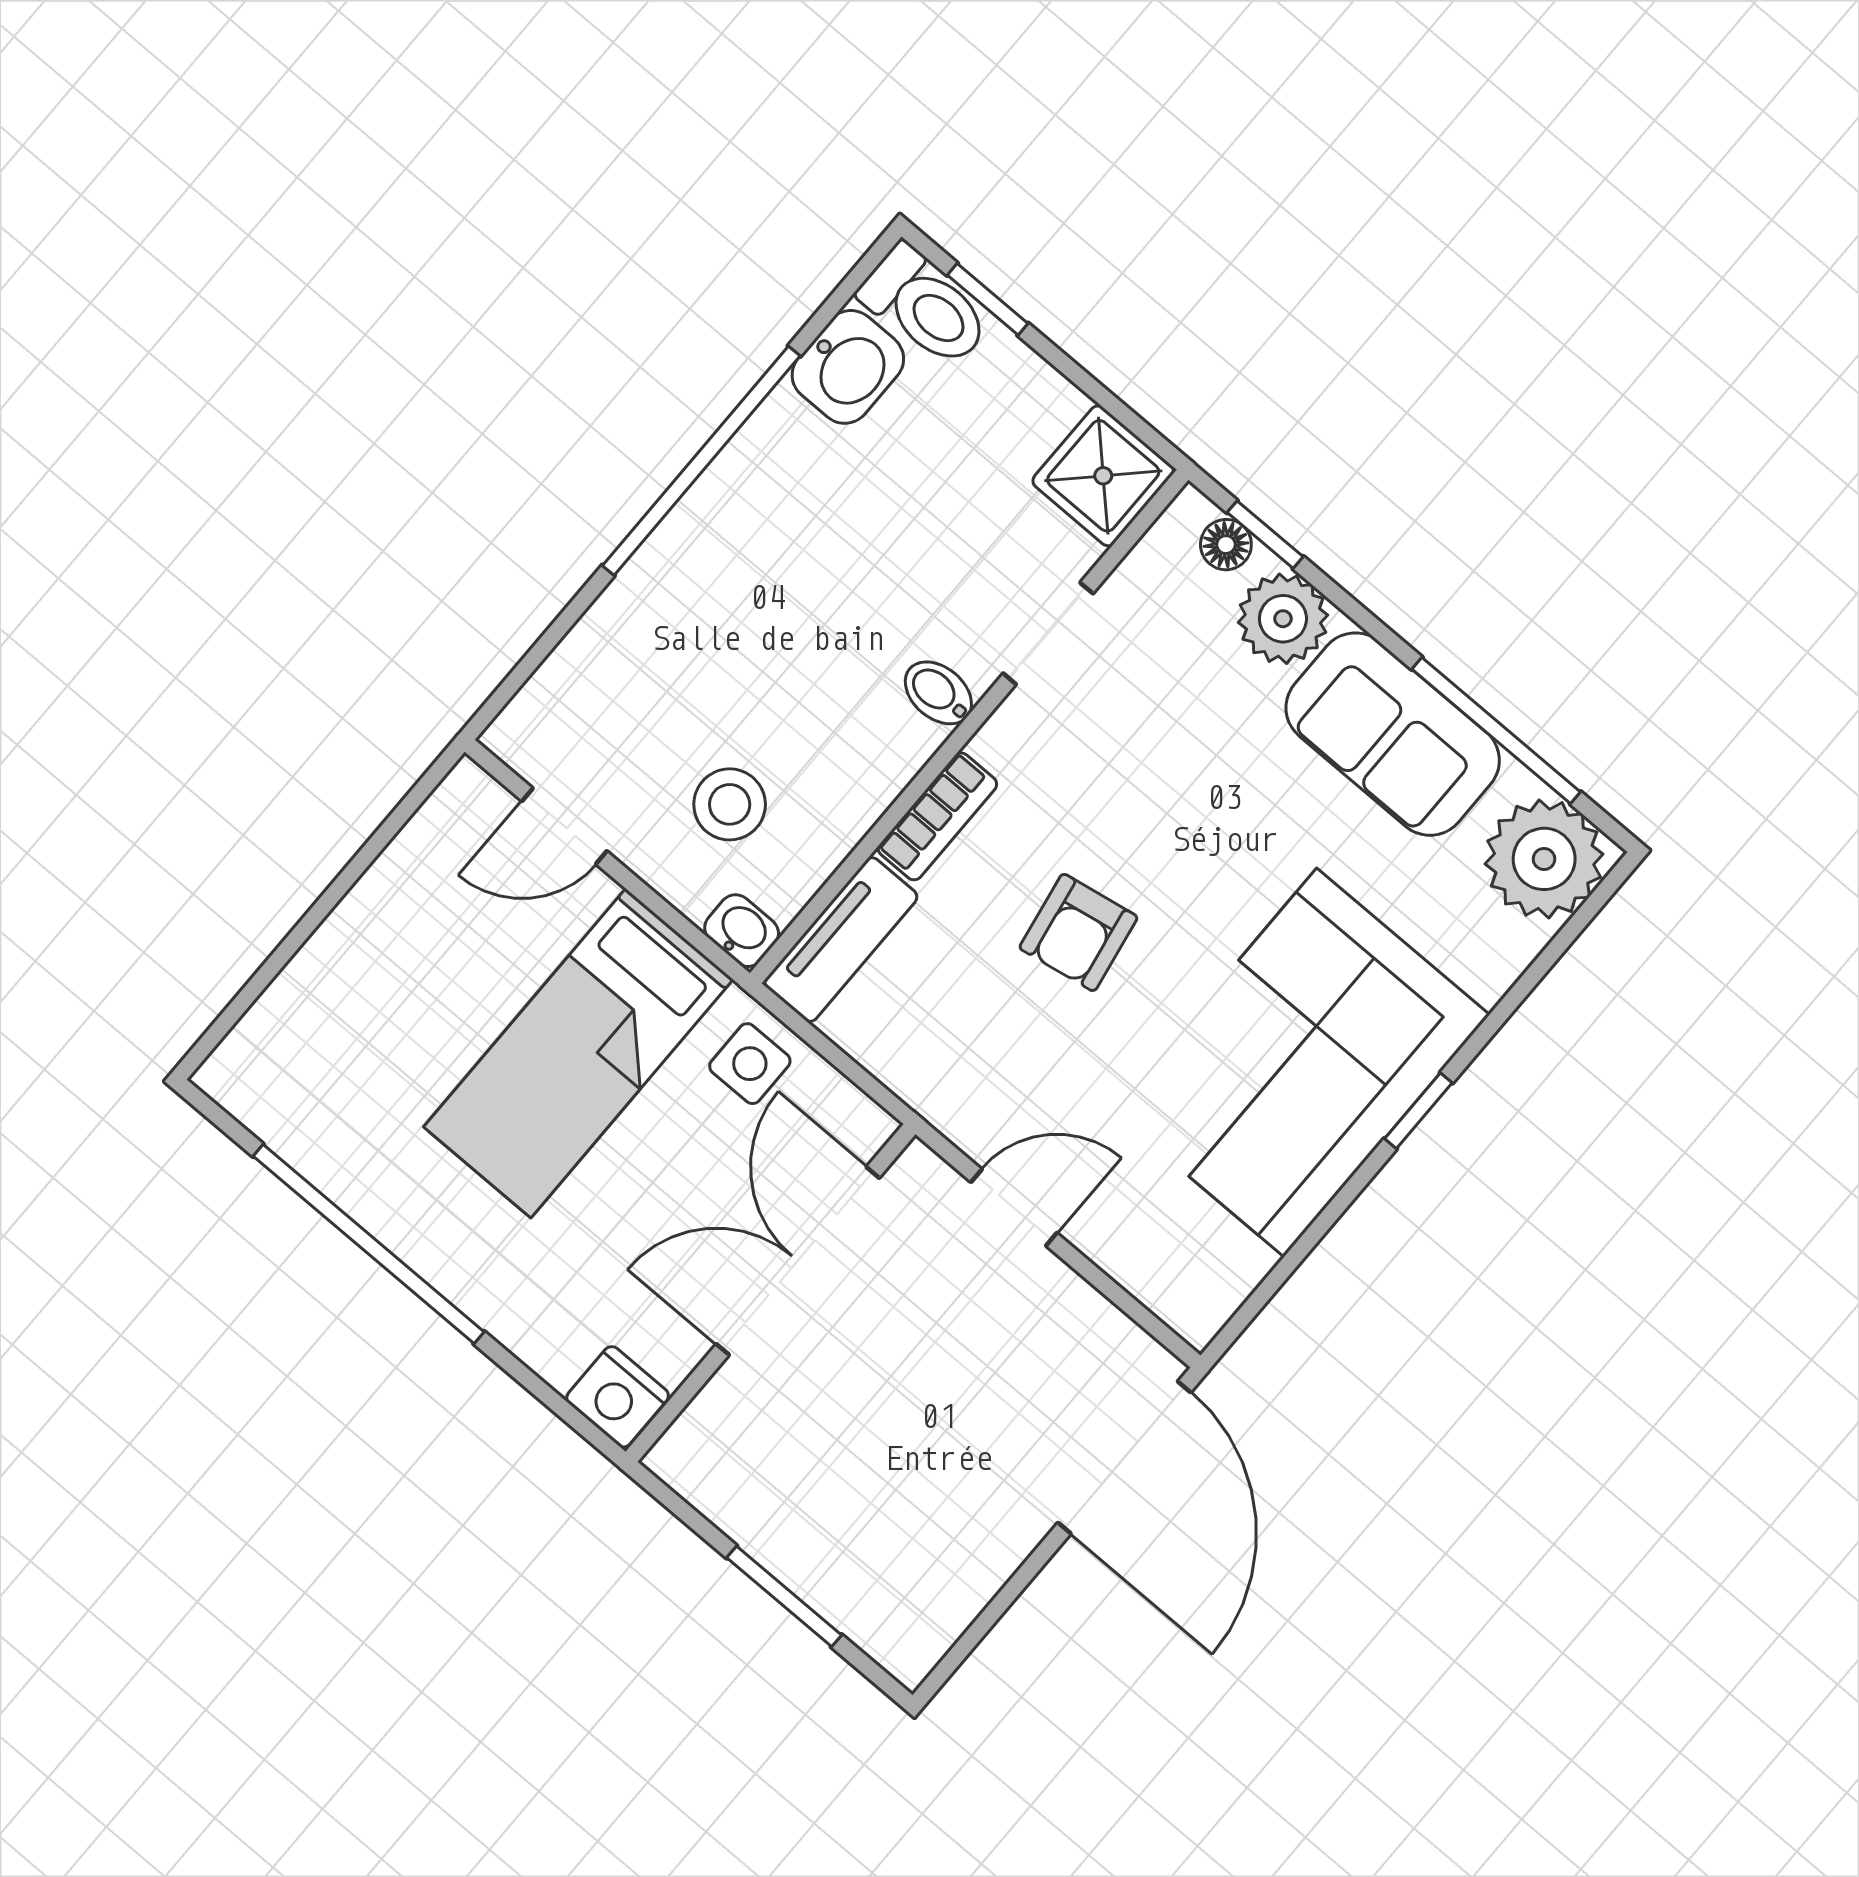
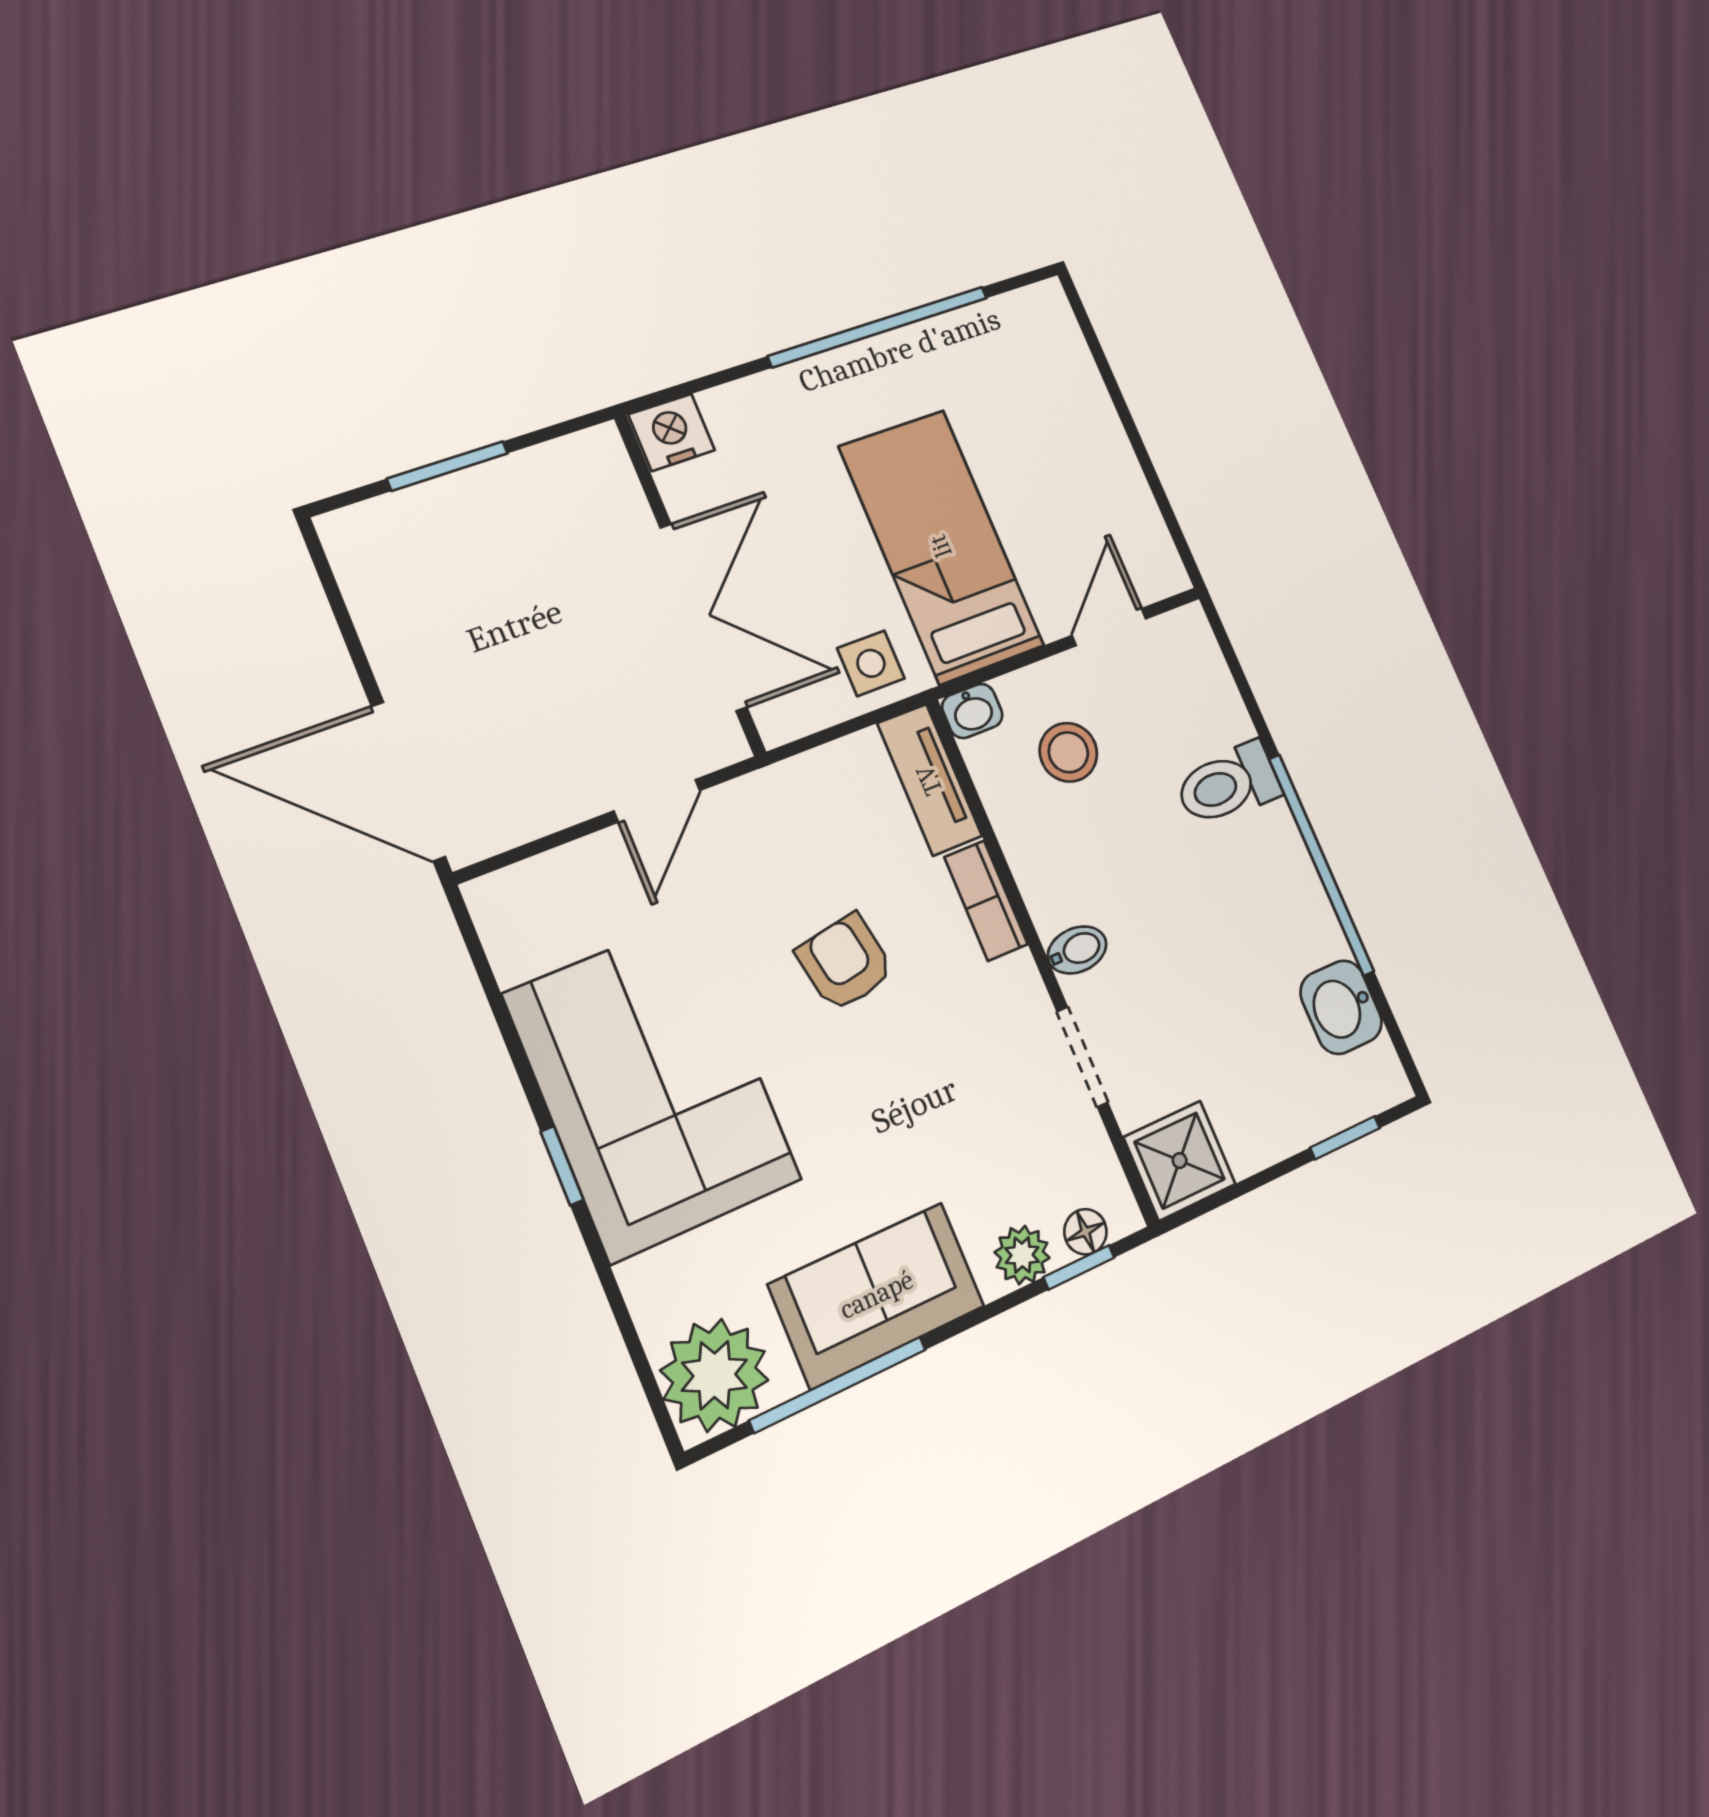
toilet: (925, 307) -> (1228, 784), moved
plant: (1283, 619) -> (1022, 1255), width x0.73, depth x0.73

